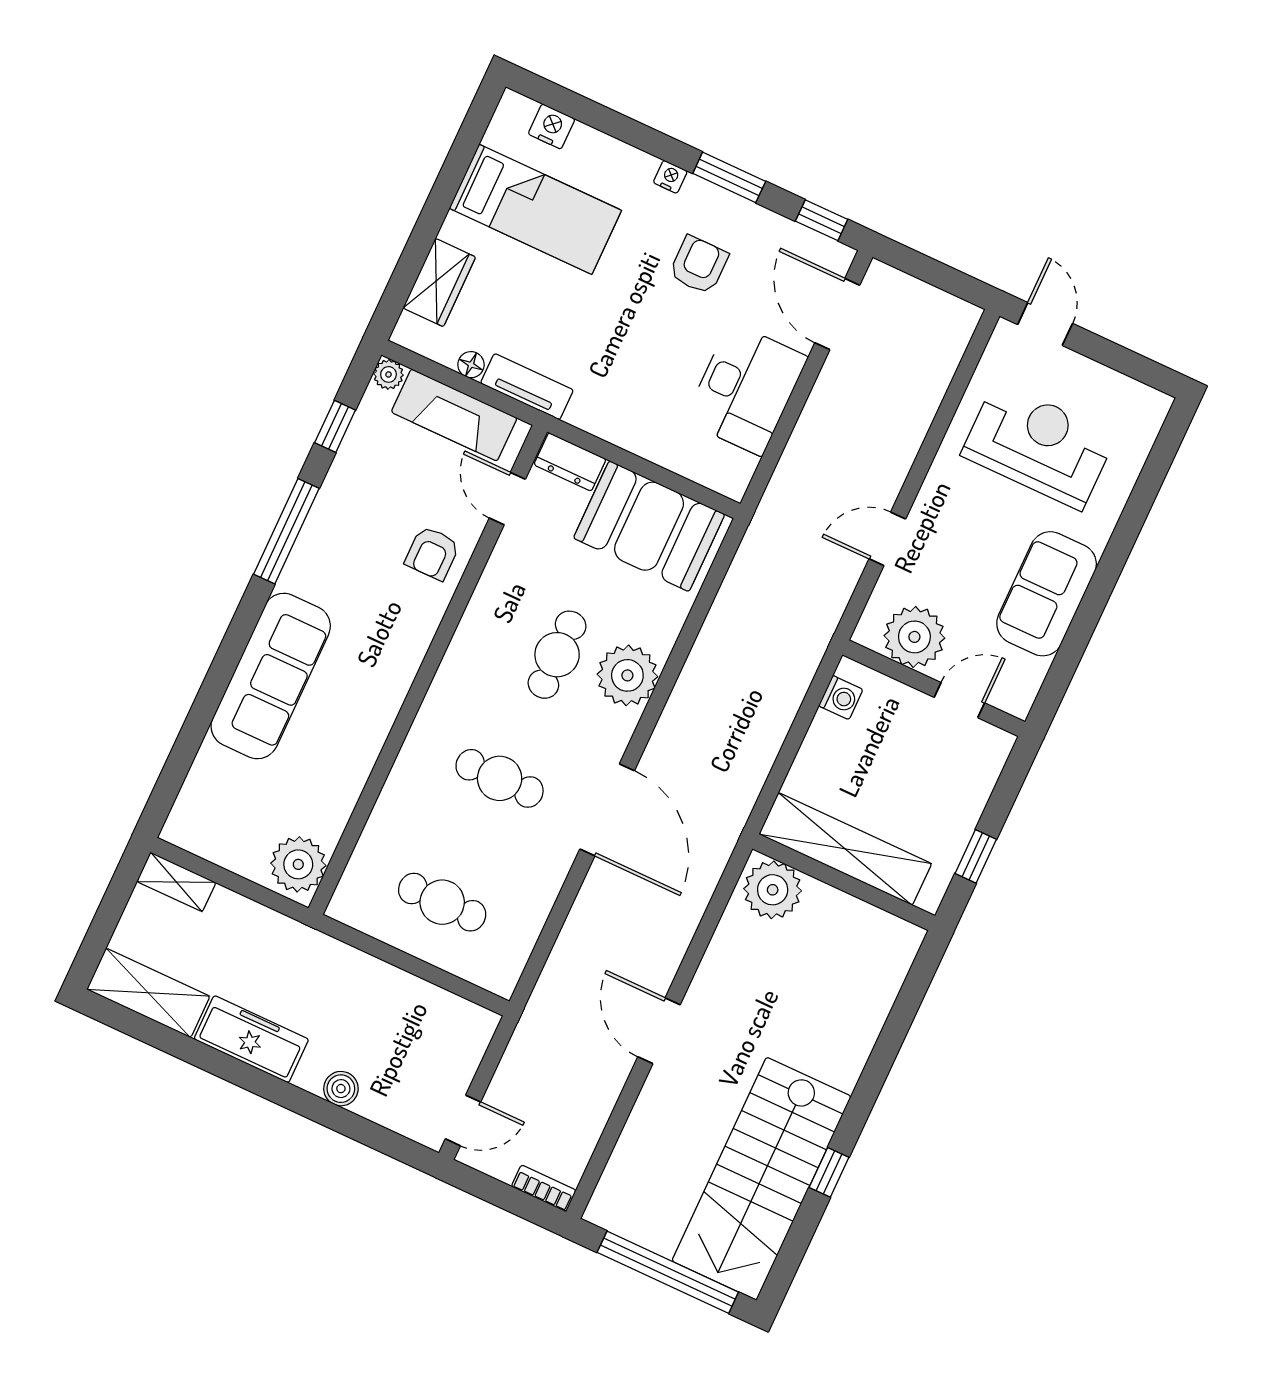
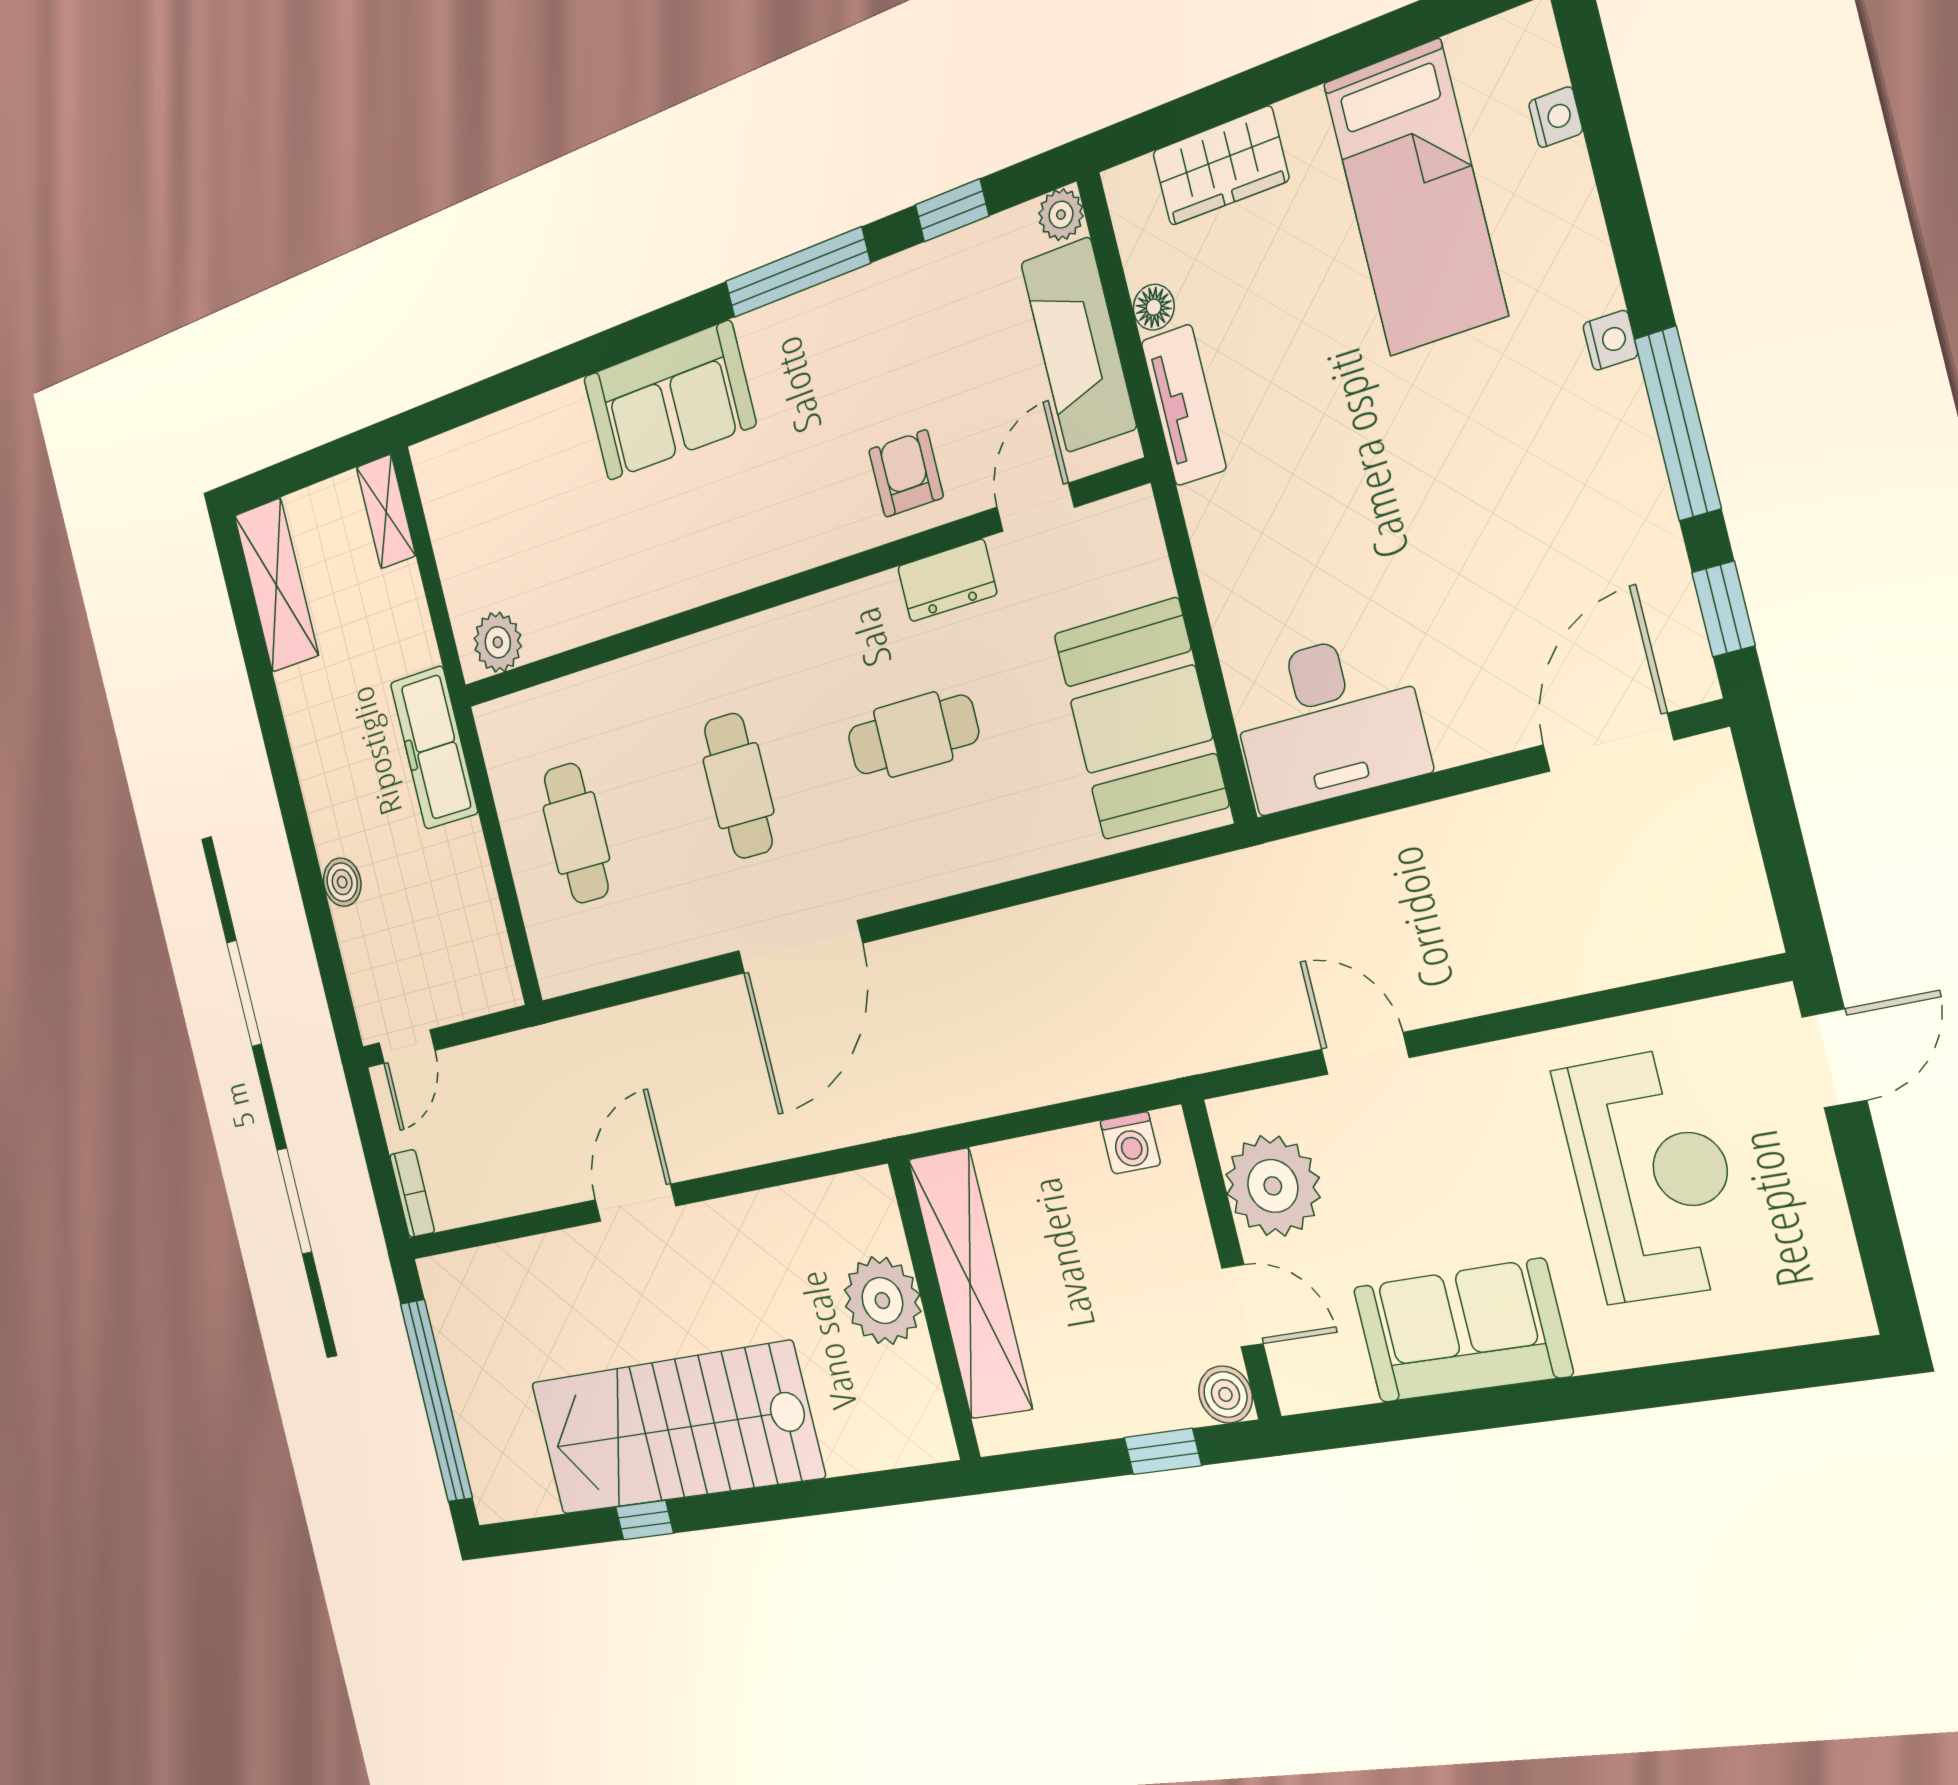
nightstand: (552, 126) -> (1556, 117), width x0.72, depth x0.74
window: (729, 177) -> (1678, 424), width x1.44
armchair: (699, 265) -> (1520, 490), removed
desk: (746, 389) -> (1328, 721), moved
dresser: (570, 462) -> (947, 580), moved, turned -90
armchair: (432, 553) -> (906, 473), turned 90
plant: (627, 675) -> (955, 844), removed
sofa: (271, 676) -> (669, 401), width x0.73
boiler: (995, 745) -> (1225, 1394), added
window: (976, 856) -> (1163, 1451), moved
plant: (298, 864) -> (498, 642), width x0.73, depth x0.73
plant: (773, 890) -> (882, 1301), moved
freezer: (251, 1039) -> (434, 748), moved, turned 180
door: (463, 1120) -> (407, 1047), hinge flipped
stairs: (762, 1179) -> (675, 1429), moved

